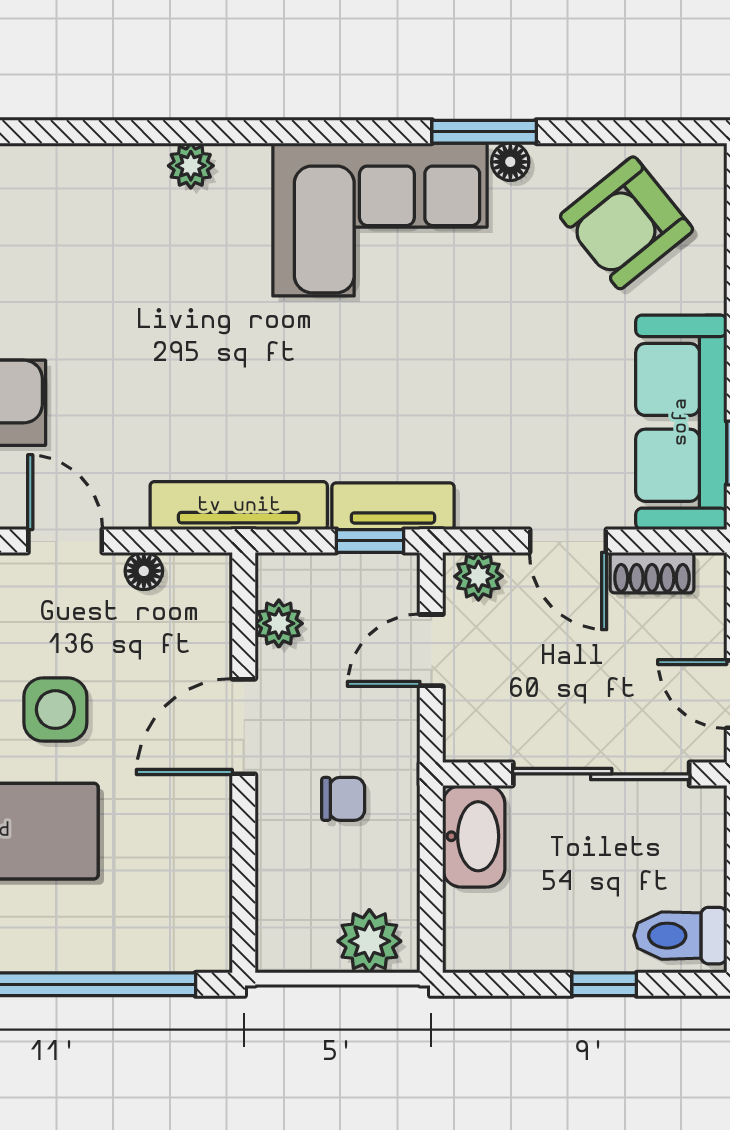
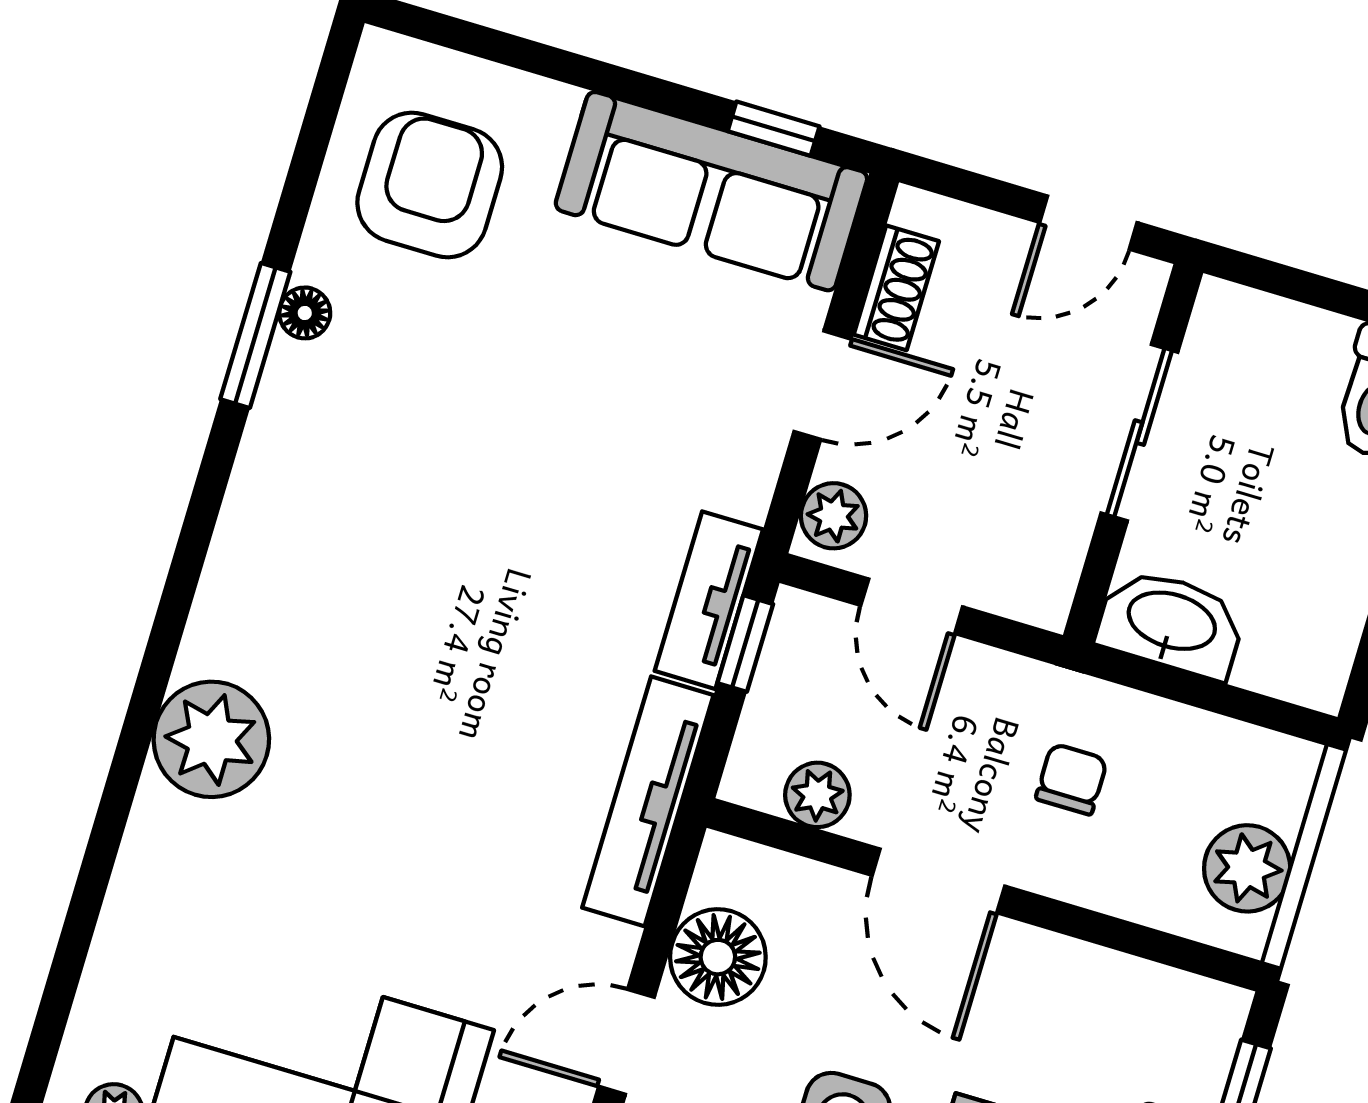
plant: (191, 166) -> (211, 739), width x1.88, depth x1.88
corner sofa: (380, 220) -> (329, 506), removed
armchair: (627, 223) -> (430, 185), turned -141
floor lamp: (144, 571) -> (718, 957), width x1.89, depth x1.89
sliding door: (601, 774) -> (1139, 433), width x0.73
plant: (369, 941) -> (1247, 868), moved

